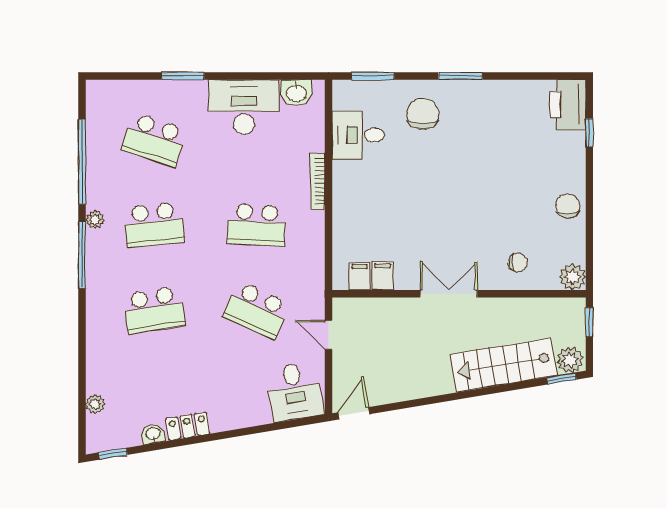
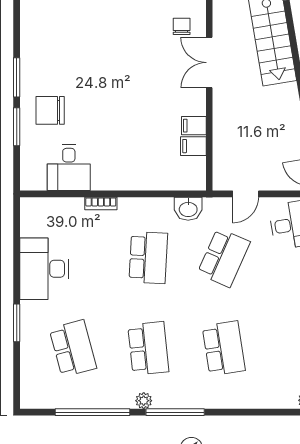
window: (373, 76) -> (17, 127), moved
washbasin: (296, 93) -> (188, 209), moved, turned 90
school desk: (154, 140) -> (73, 348), turned -33
bookcase: (318, 181) -> (101, 203), width x0.64
filing cabinet: (359, 276) -> (194, 126), moved
double door: (449, 294) -> (209, 63), moved

